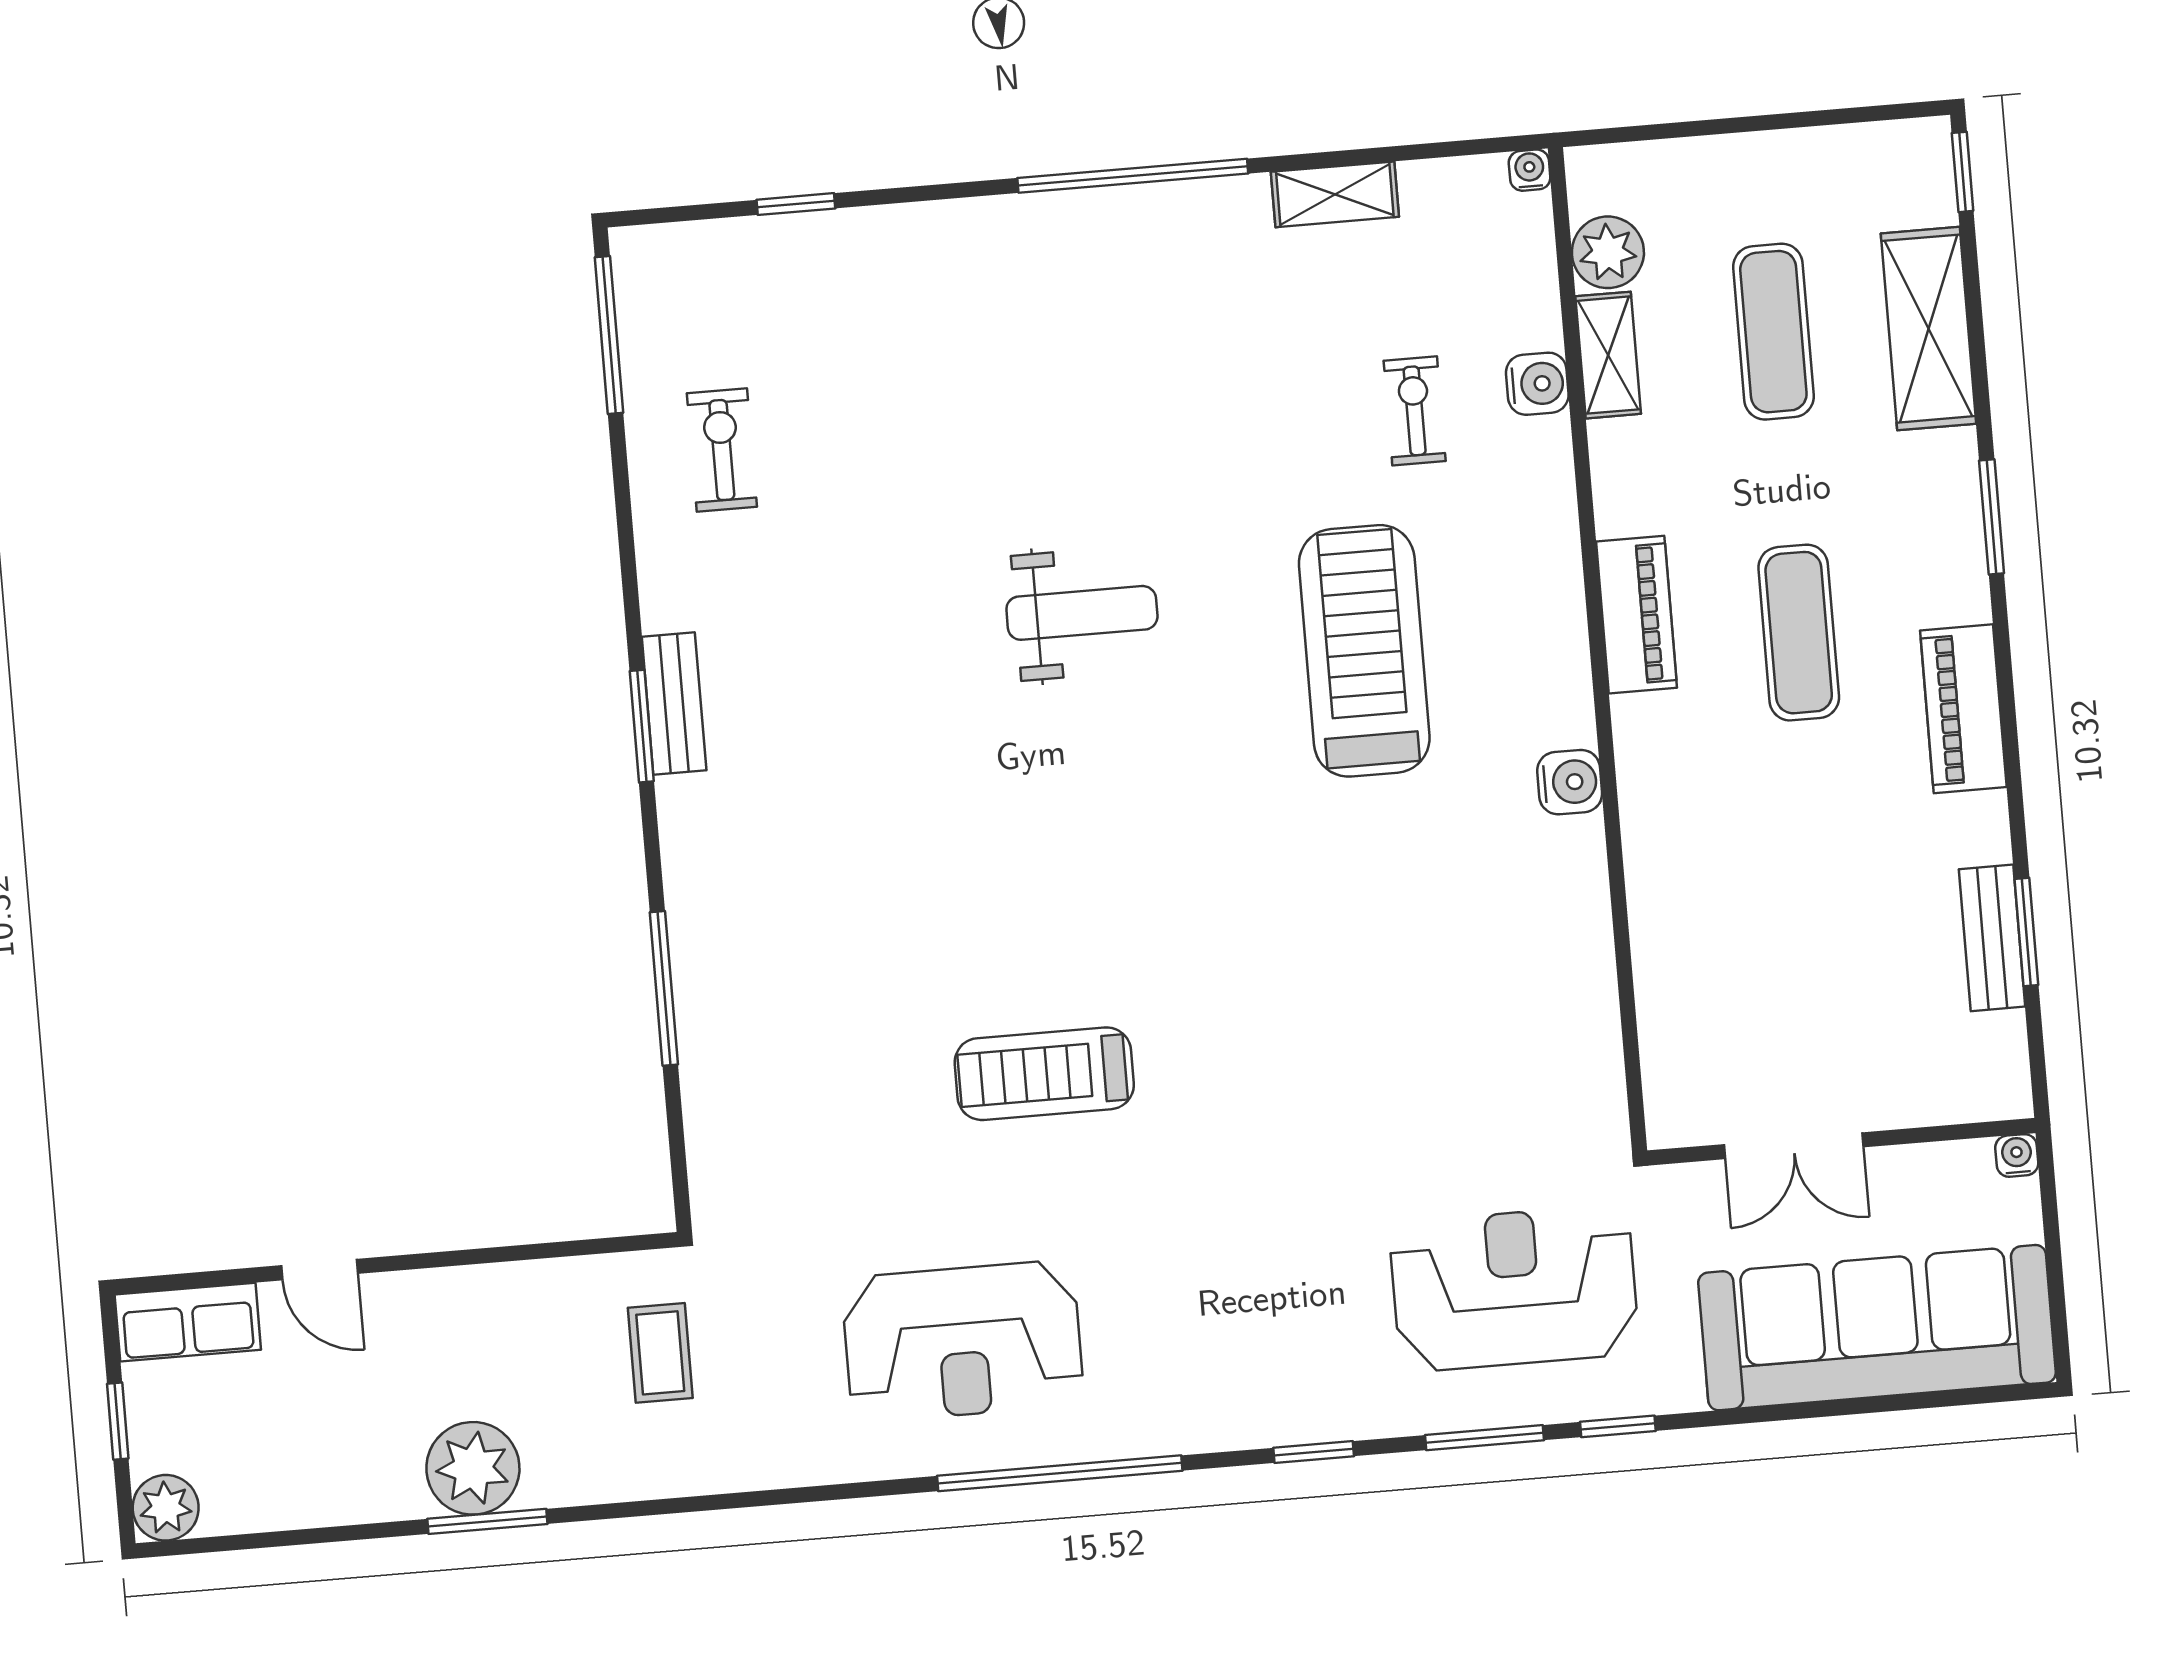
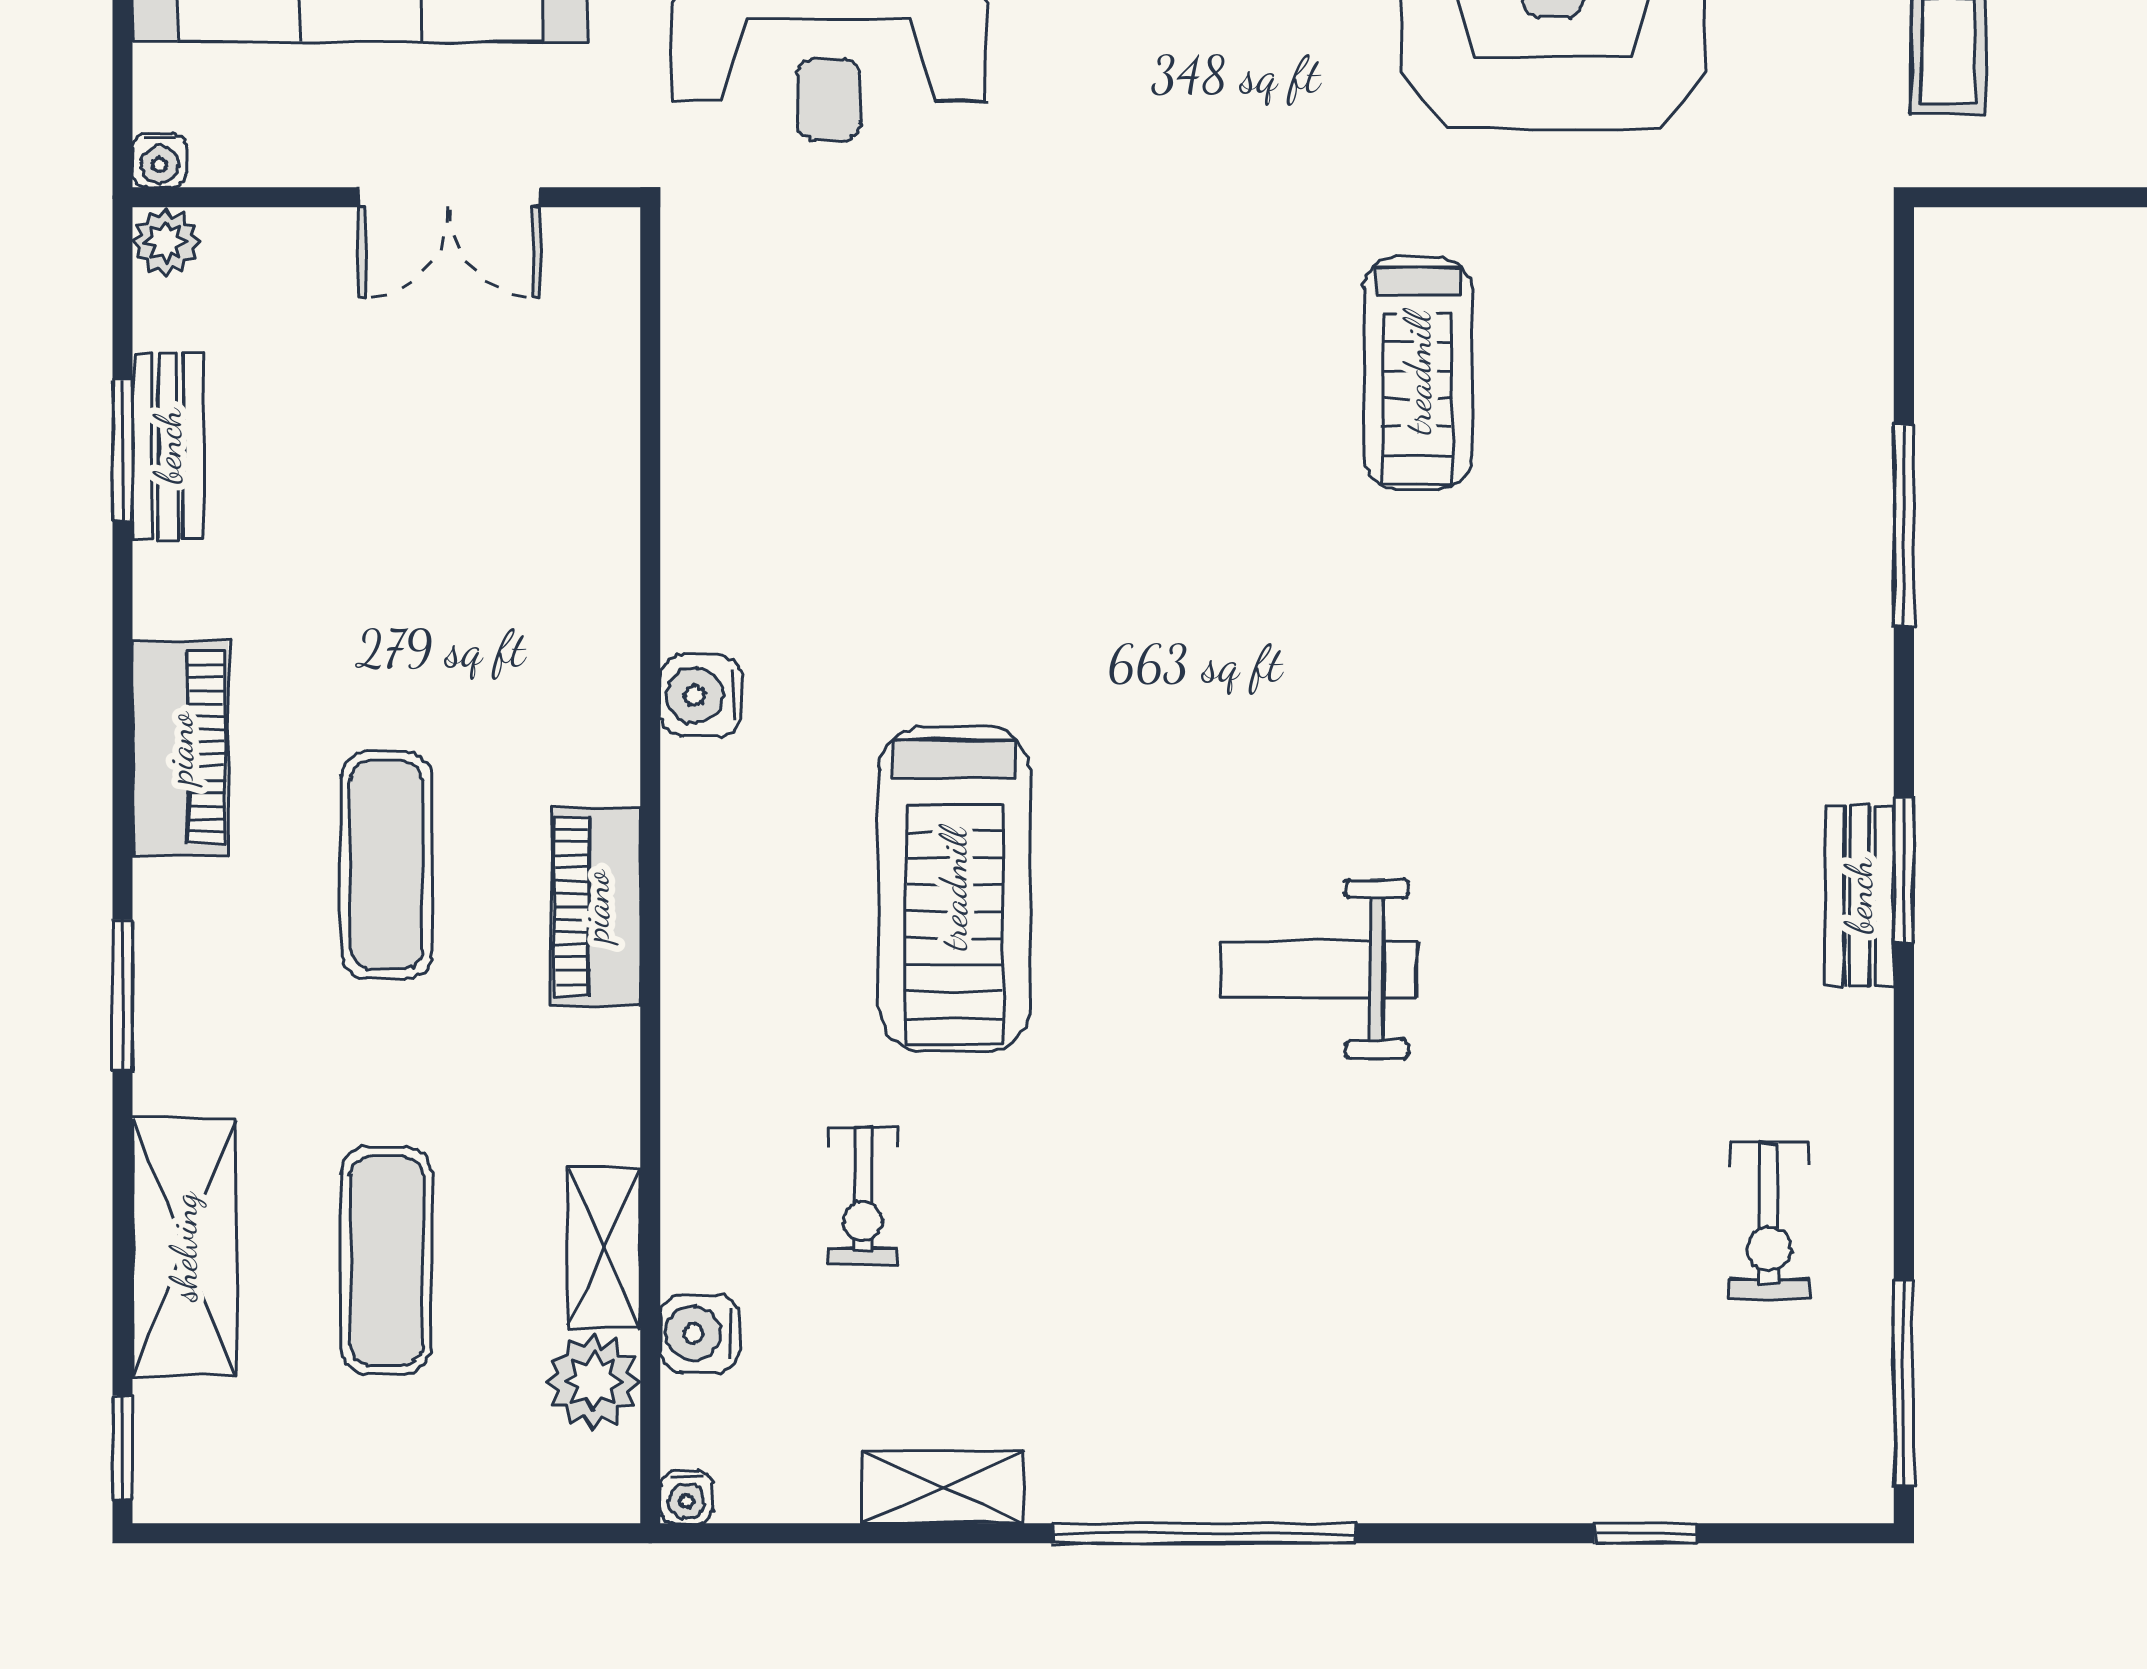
water cooler: (1537, 384) -> (700, 1333), moved
treadmill: (1044, 1074) -> (1418, 373), turned 90
plant: (2007, 1093) -> (166, 242), added
double door: (1794, 1146) -> (449, 197), swing flipped

